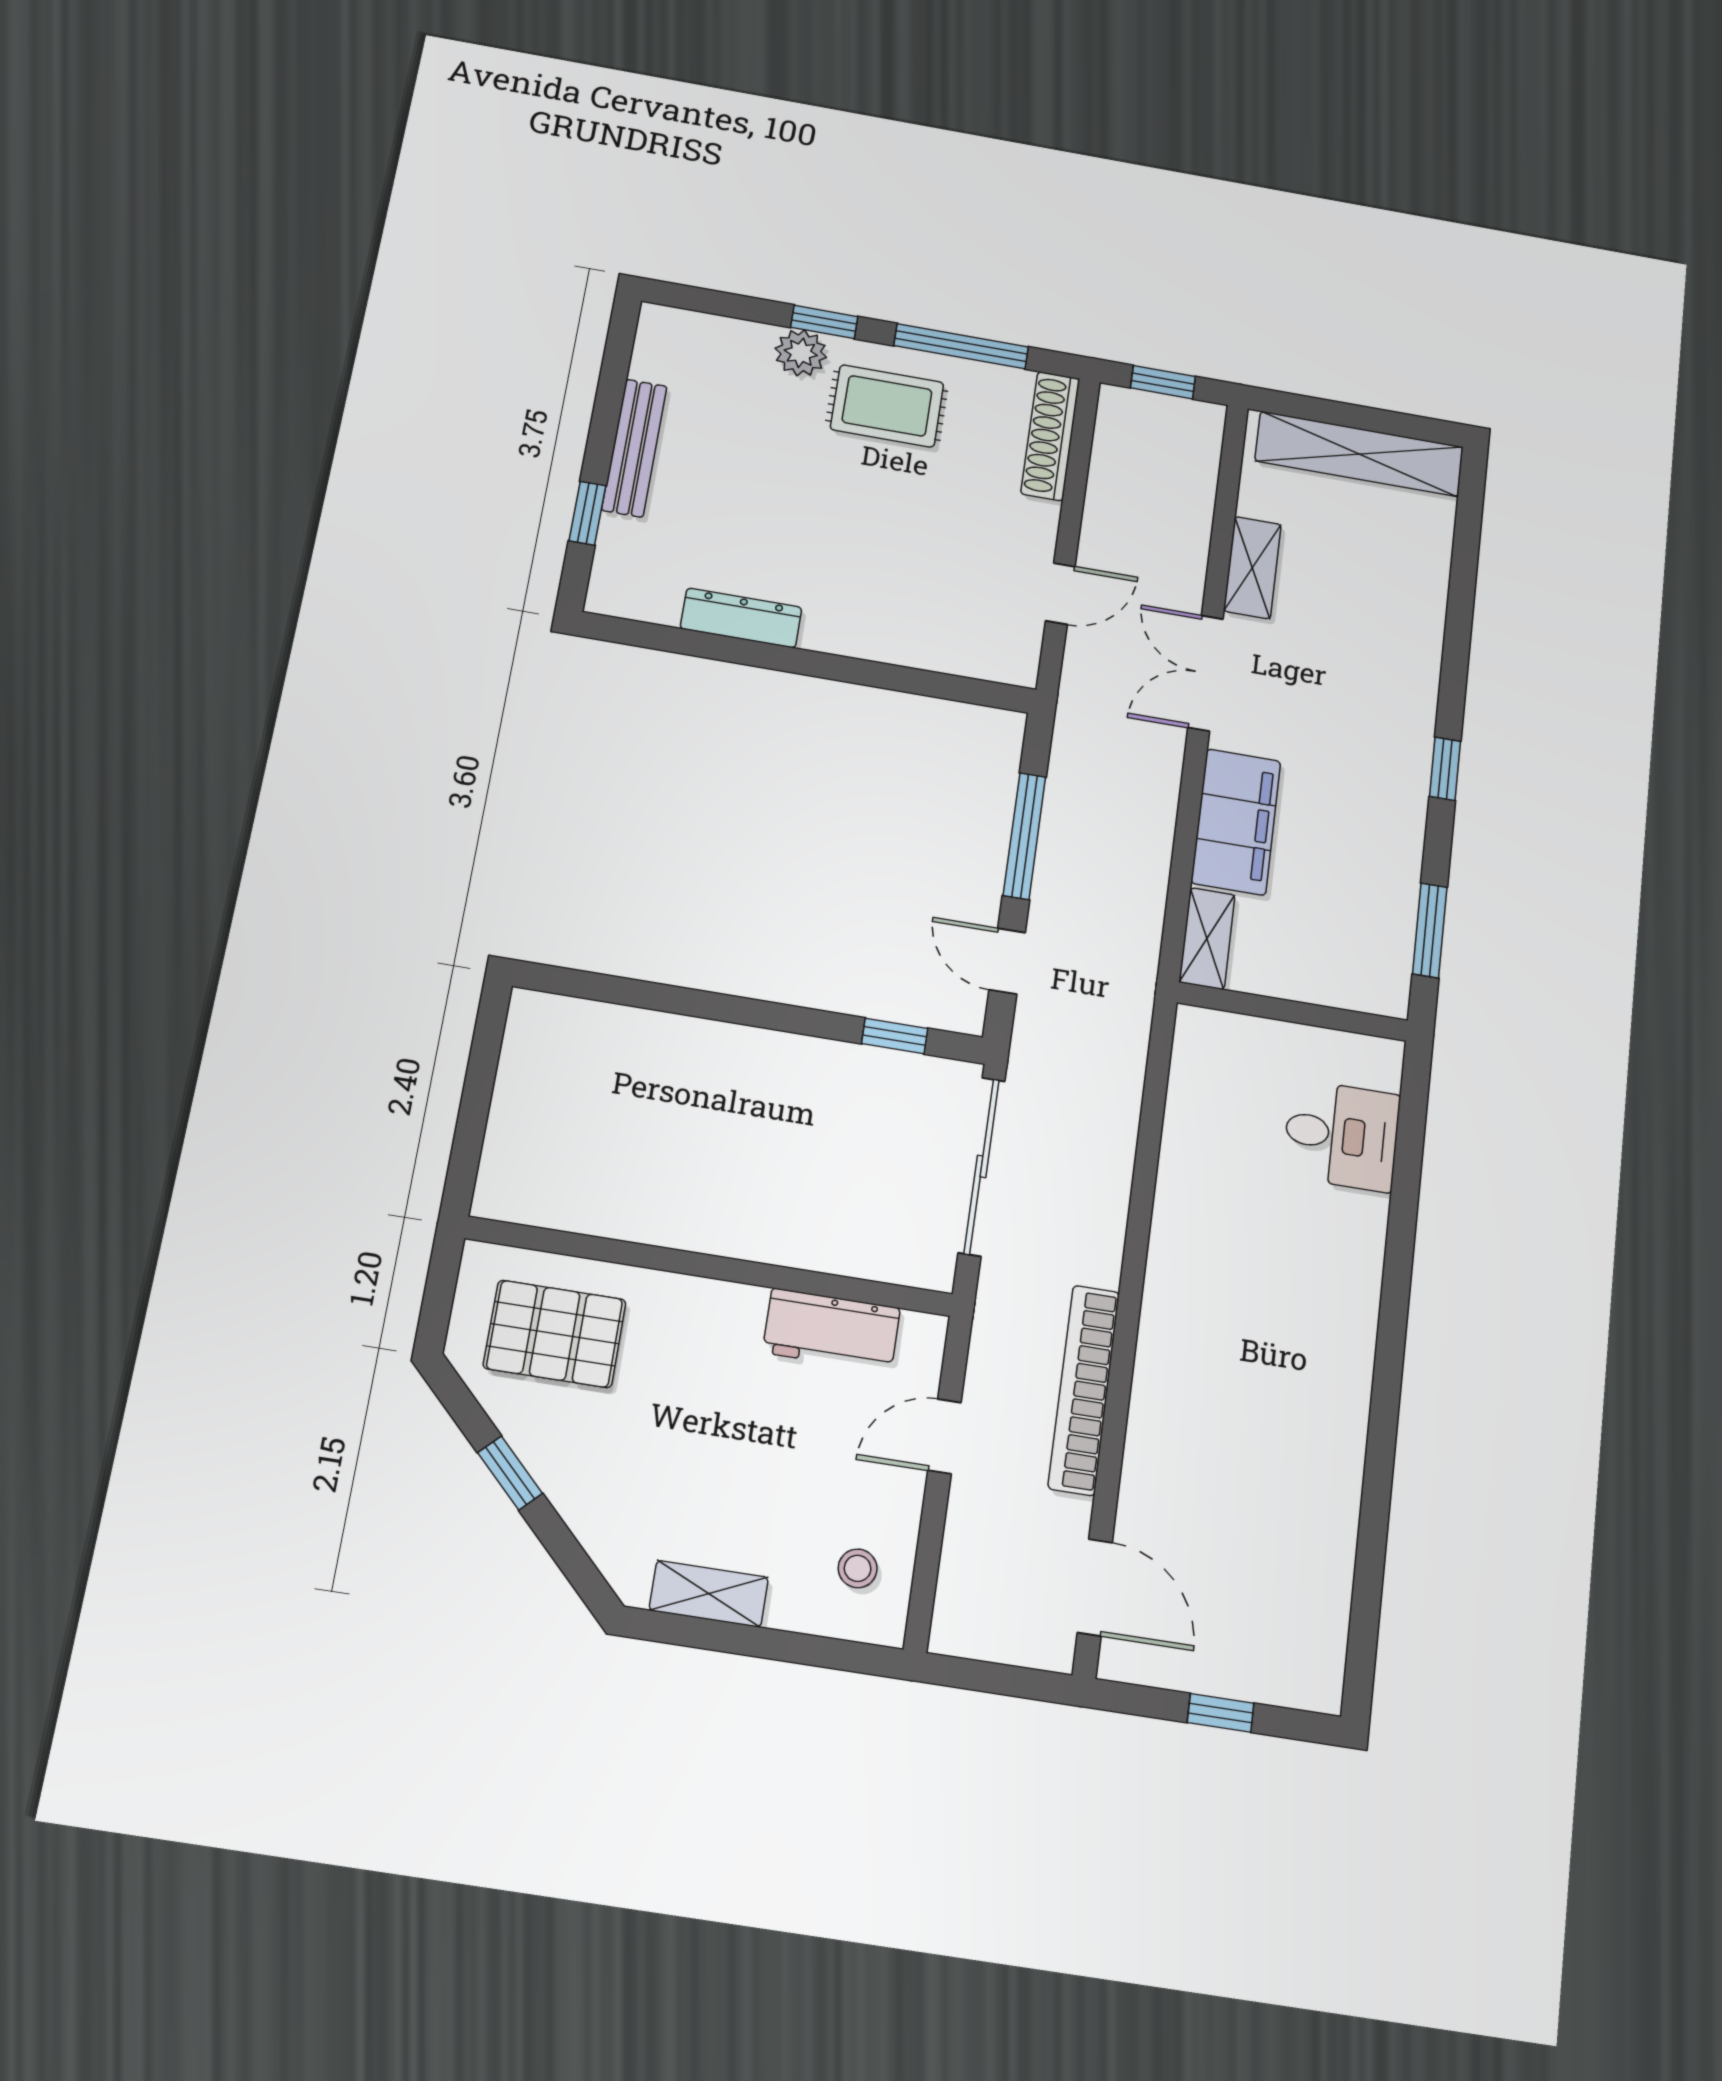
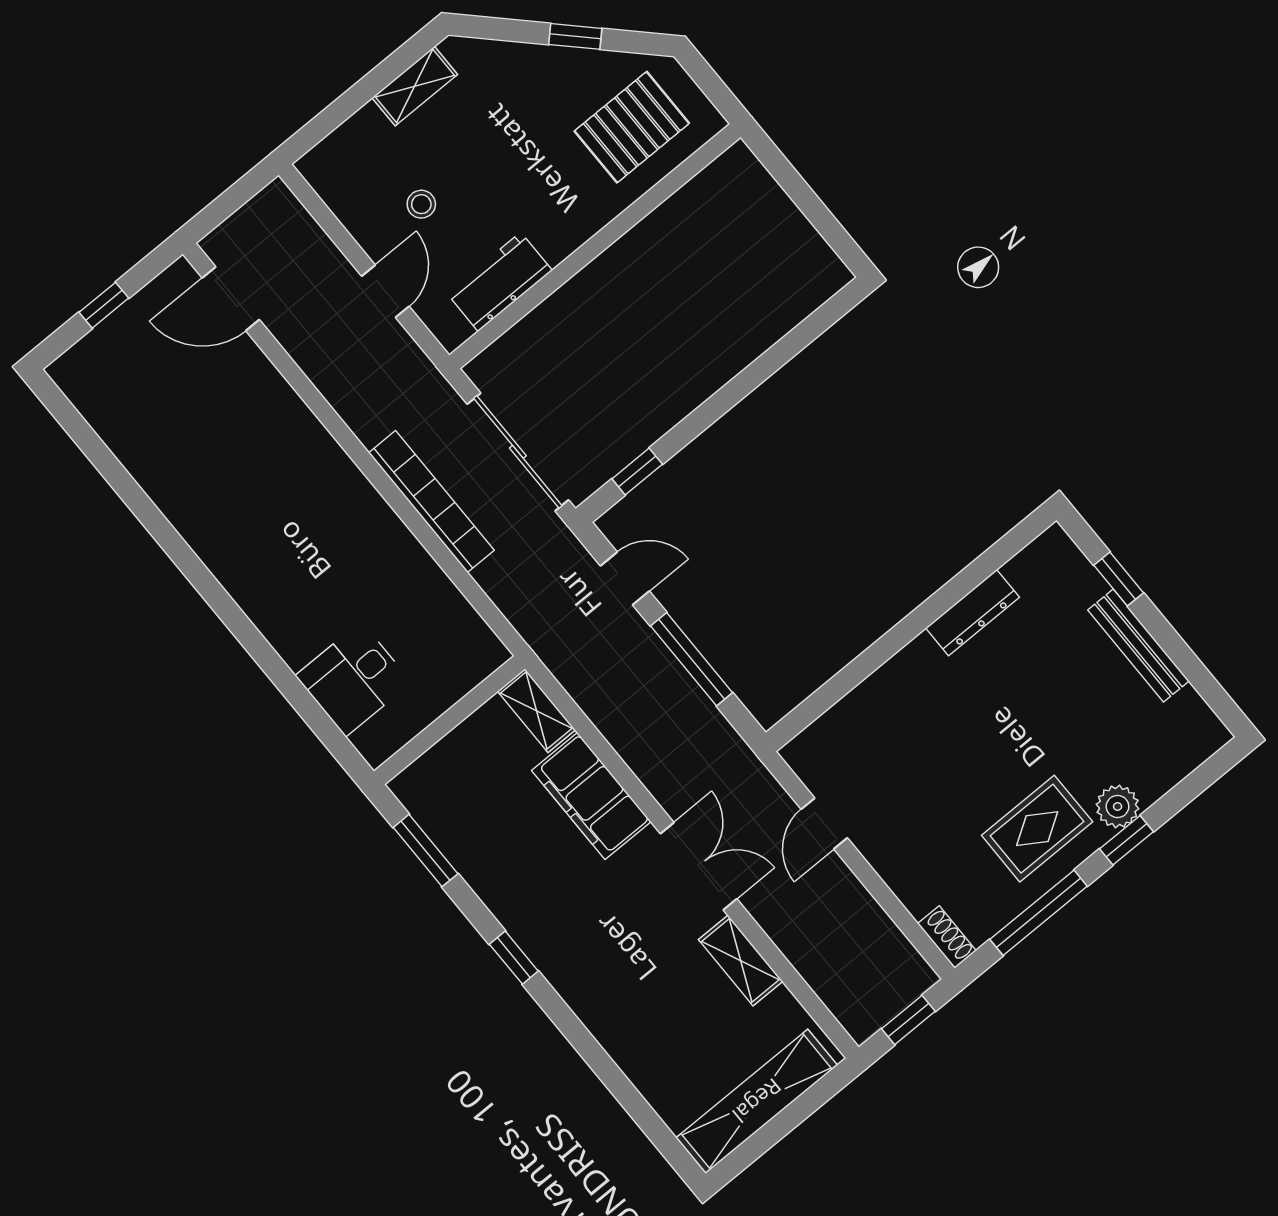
shoe rack: (1050, 436) -> (947, 937), width x0.51, depth x0.81
bookcase: (1084, 1390) -> (431, 502), moved
stool: (858, 1568) -> (421, 204), moved

